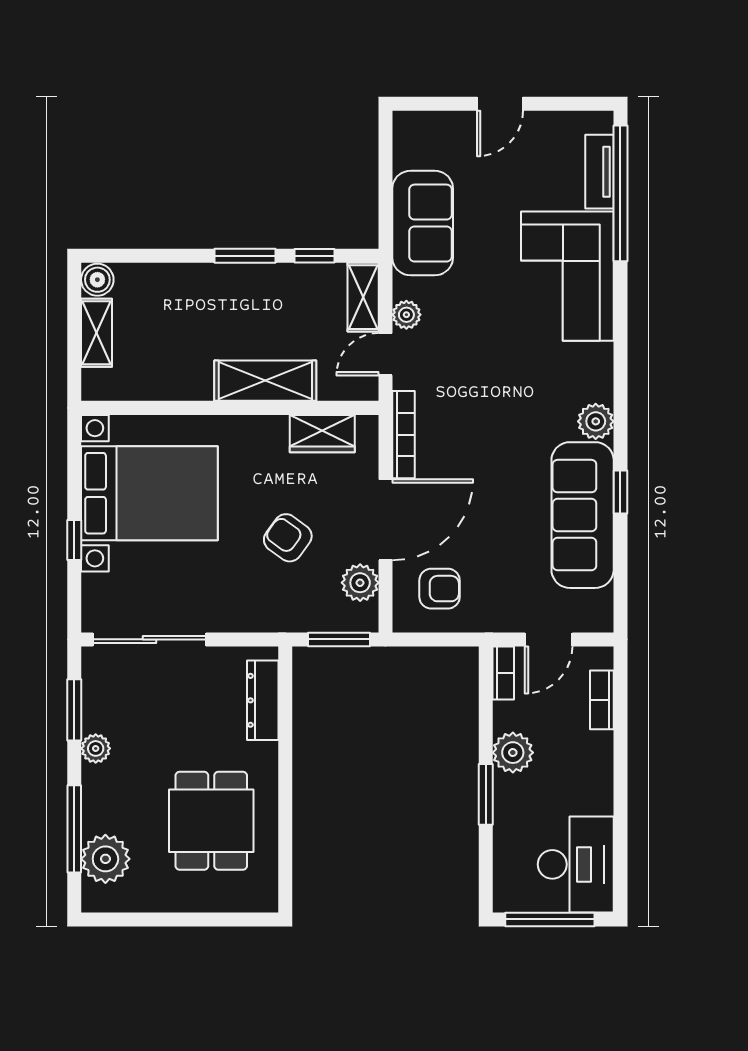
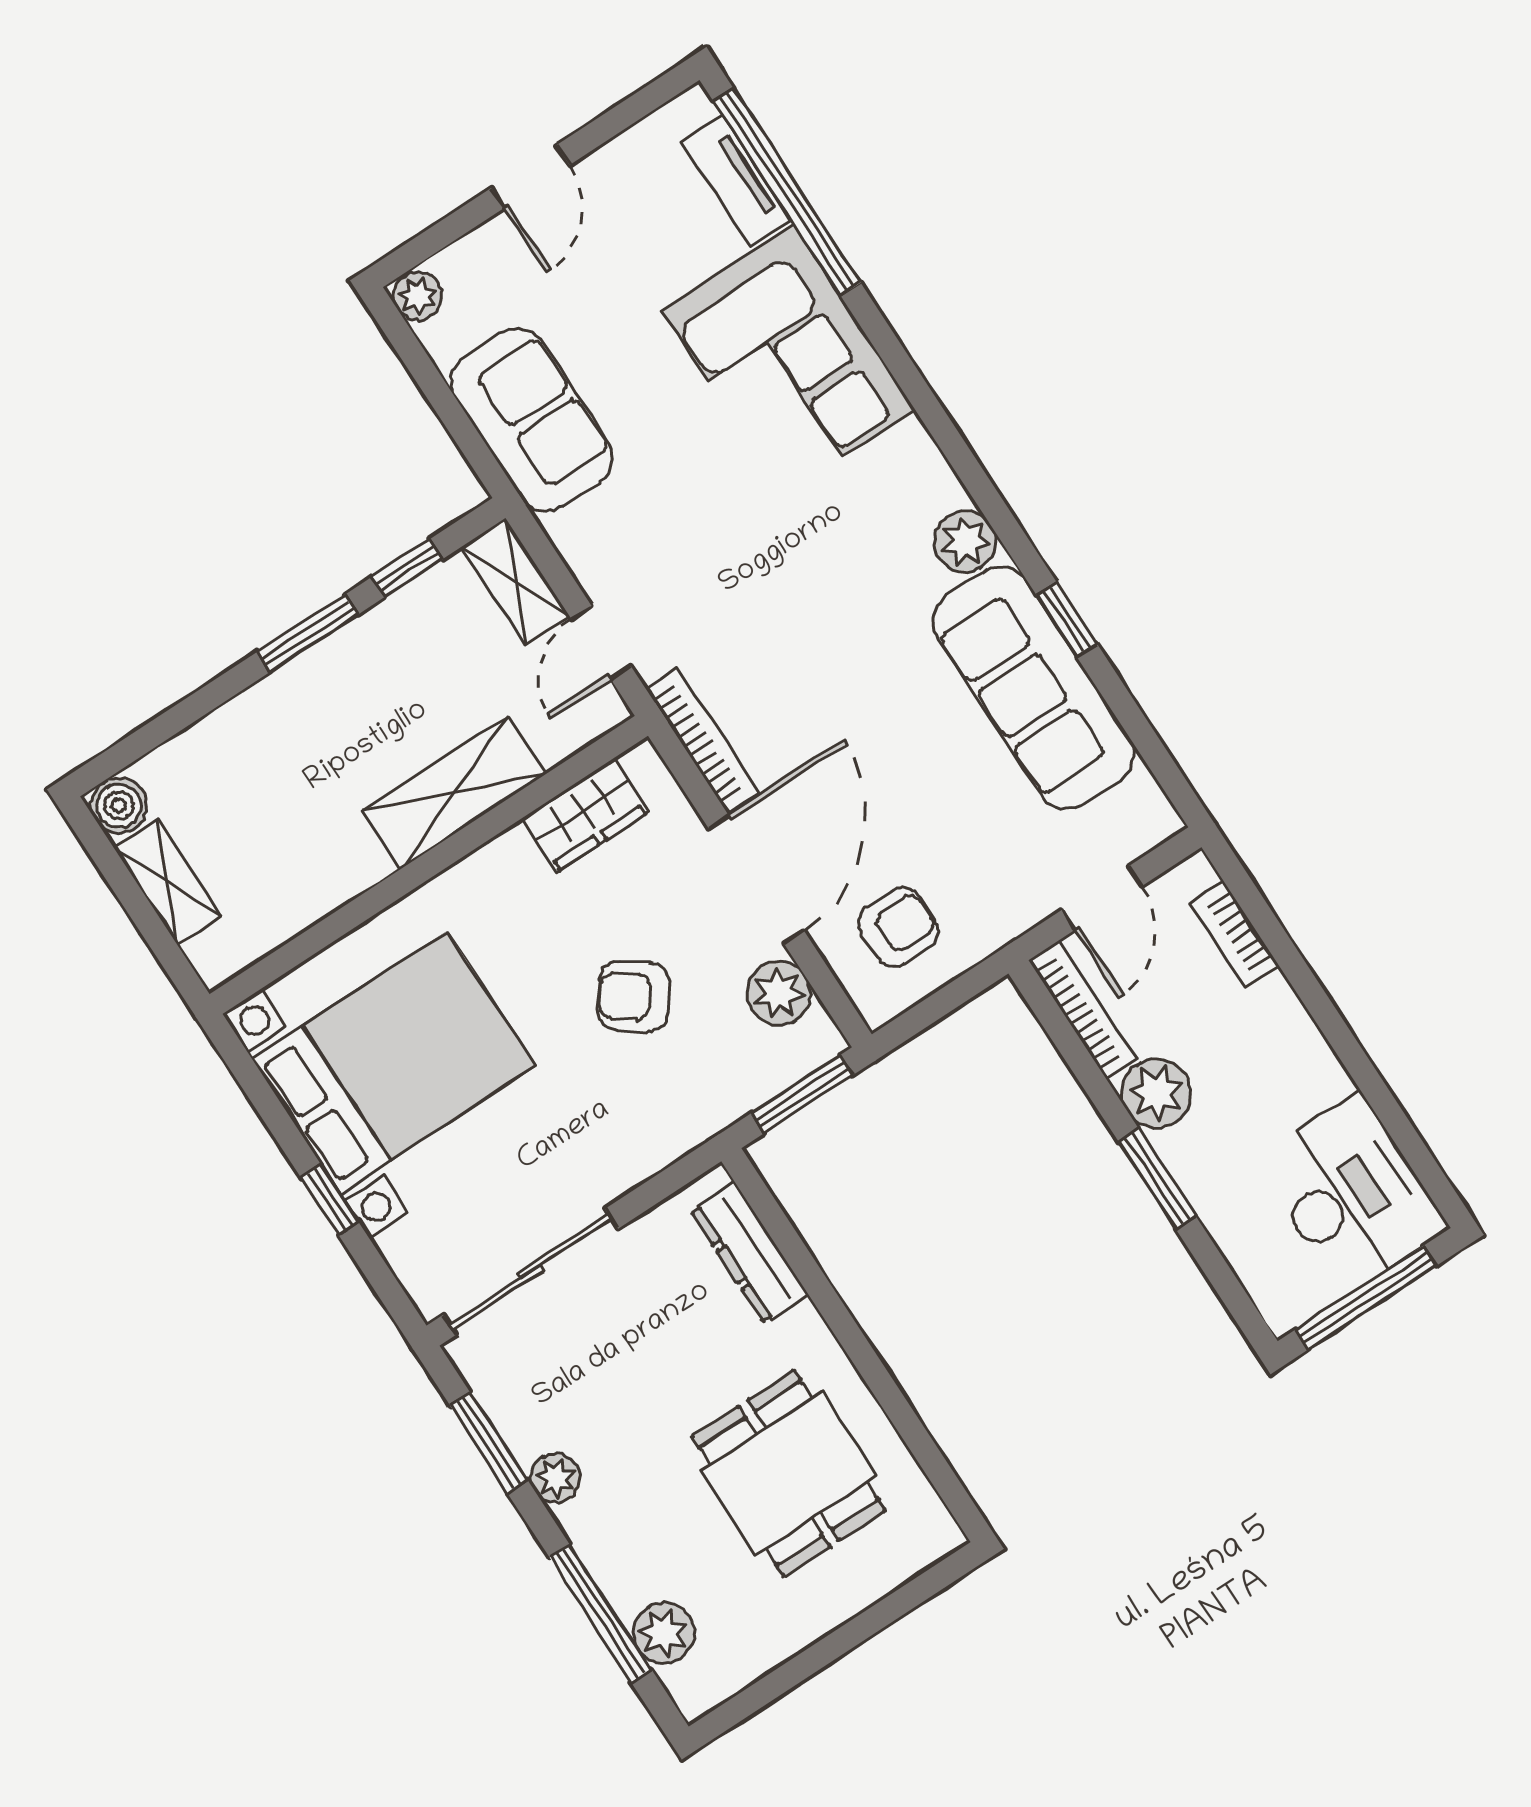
plant: (406, 315) -> (417, 296), moved
bookcase: (503, 673) -> (1082, 1010), width x1.56
plant: (105, 859) -> (664, 1633), width x0.73, depth x0.73

